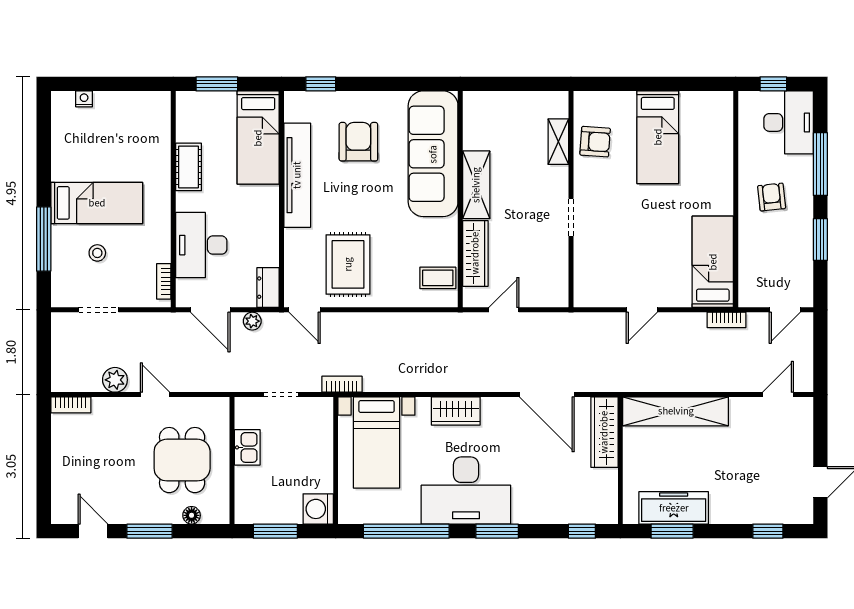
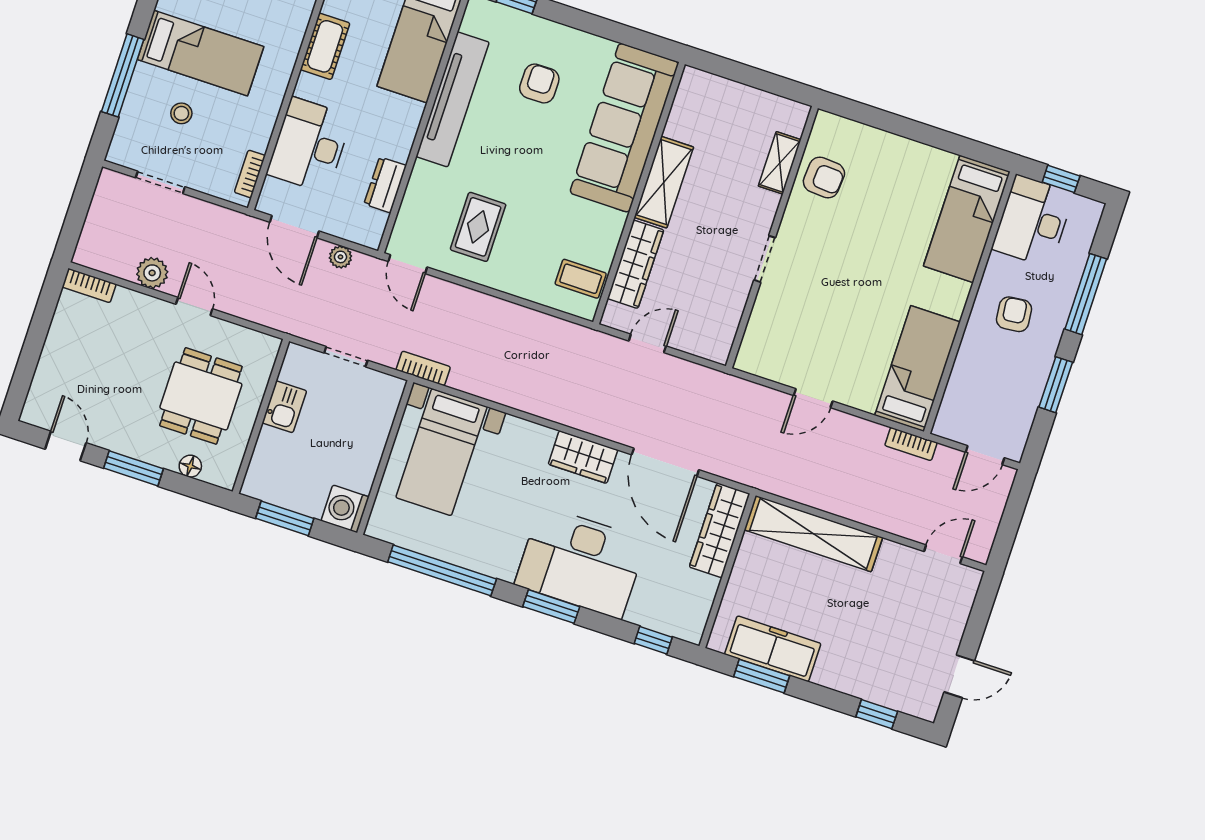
desk: (789, 122) -> (1033, 221), moved, turned 180
bed: (658, 137) -> (967, 219), moved
armchair: (358, 142) -> (539, 84), width x0.72, depth x0.72
rug: (348, 264) -> (478, 227), width x0.73, depth x0.70
dresser: (268, 288) -> (385, 185), moved
wardrobe: (456, 411) -> (583, 457), moved
desk: (466, 490) -> (581, 562), moved

